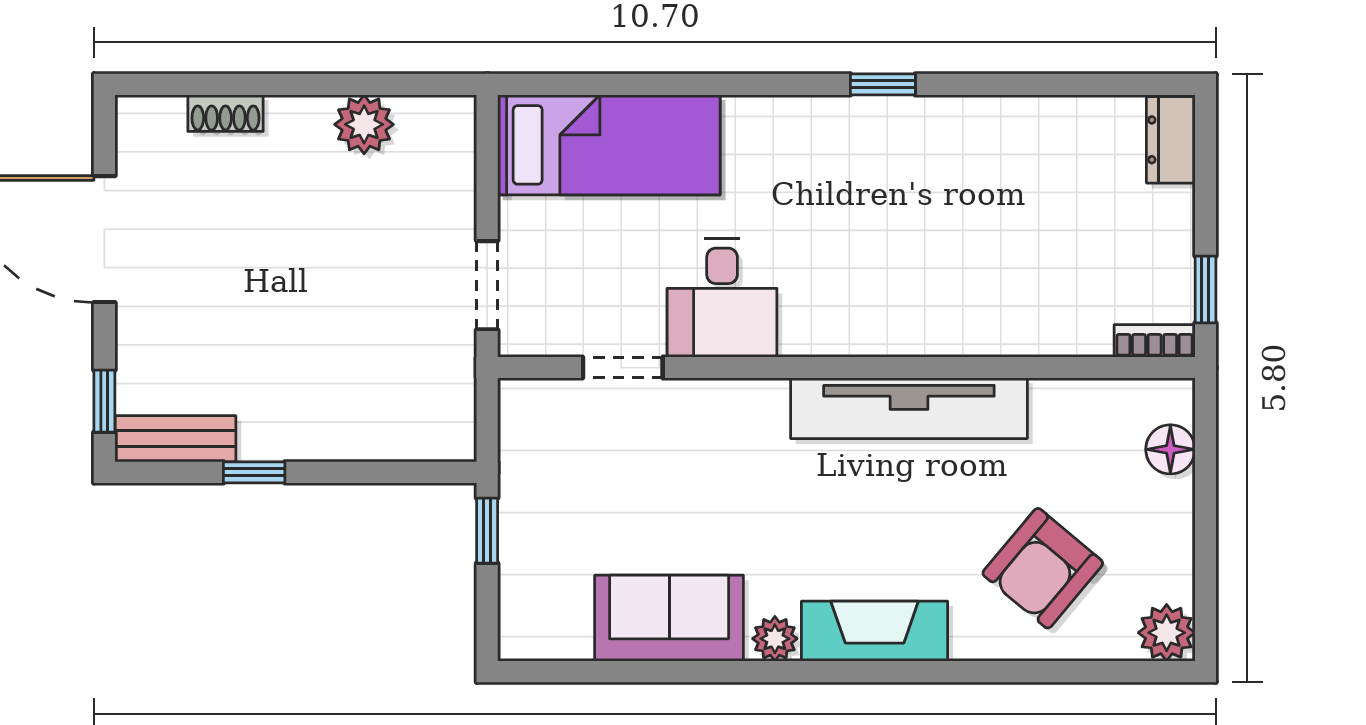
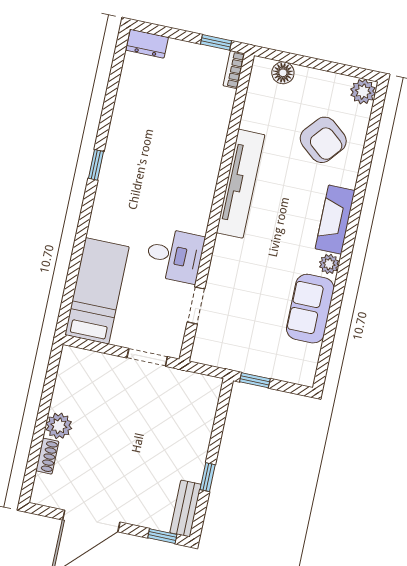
plant: (364, 124) -> (59, 426), moved

